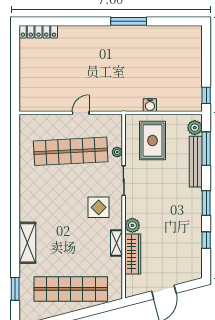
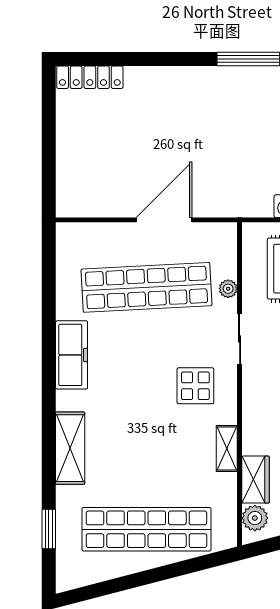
door: (81, 113) -> (164, 220), width x1.87
freezer: (28, 190) -> (72, 355), added
plant: (132, 225) -> (255, 518), moved
wardrobe: (133, 254) -> (256, 480), width x0.67

